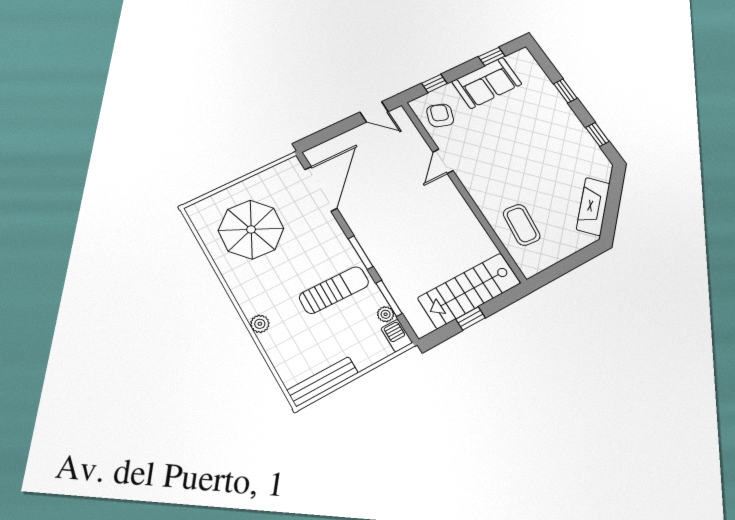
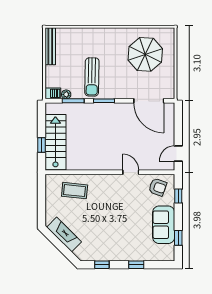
window: (471, 318) -> (41, 145), moved
plant: (260, 324) -> (94, 33), removed

